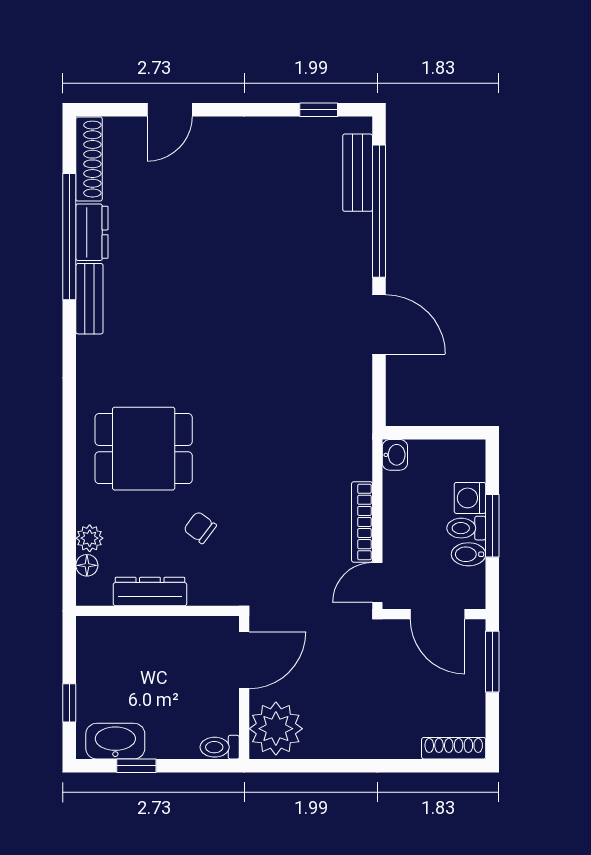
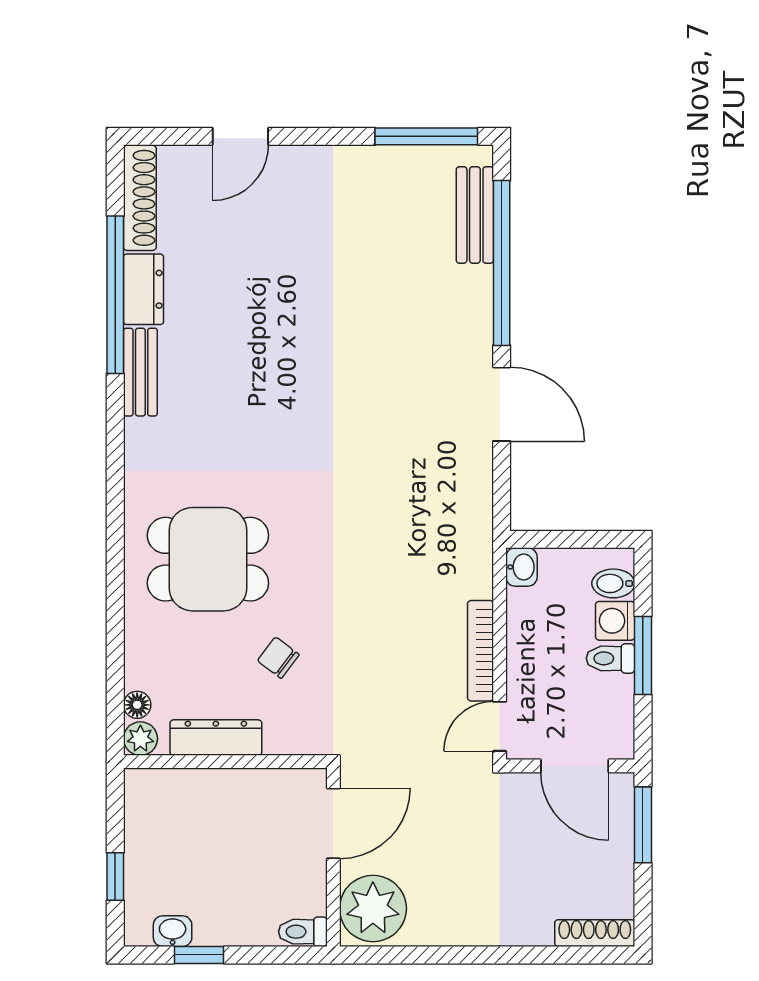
window: (319, 110) -> (426, 136), width x2.17
plant: (90, 538) -> (140, 739), moved
bidet: (469, 554) -> (613, 583), moved
washbasin: (115, 741) -> (173, 931), width x0.52, depth x0.69

